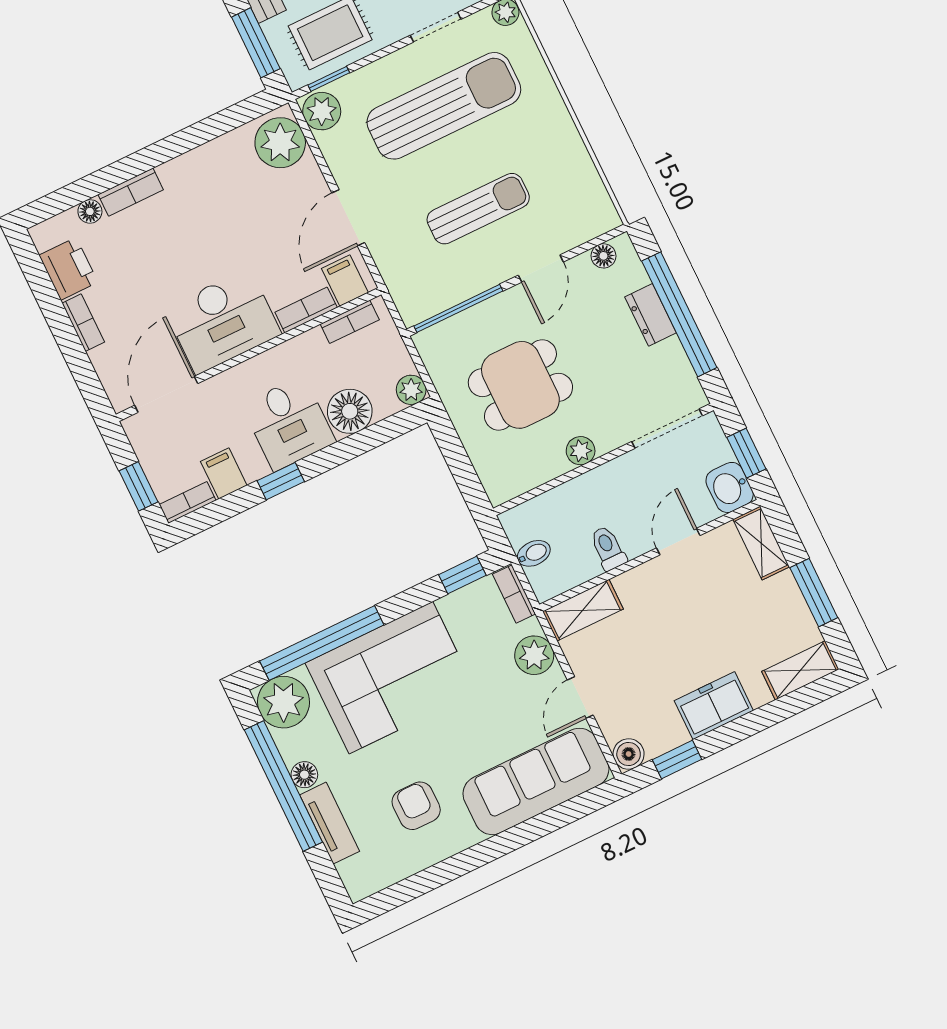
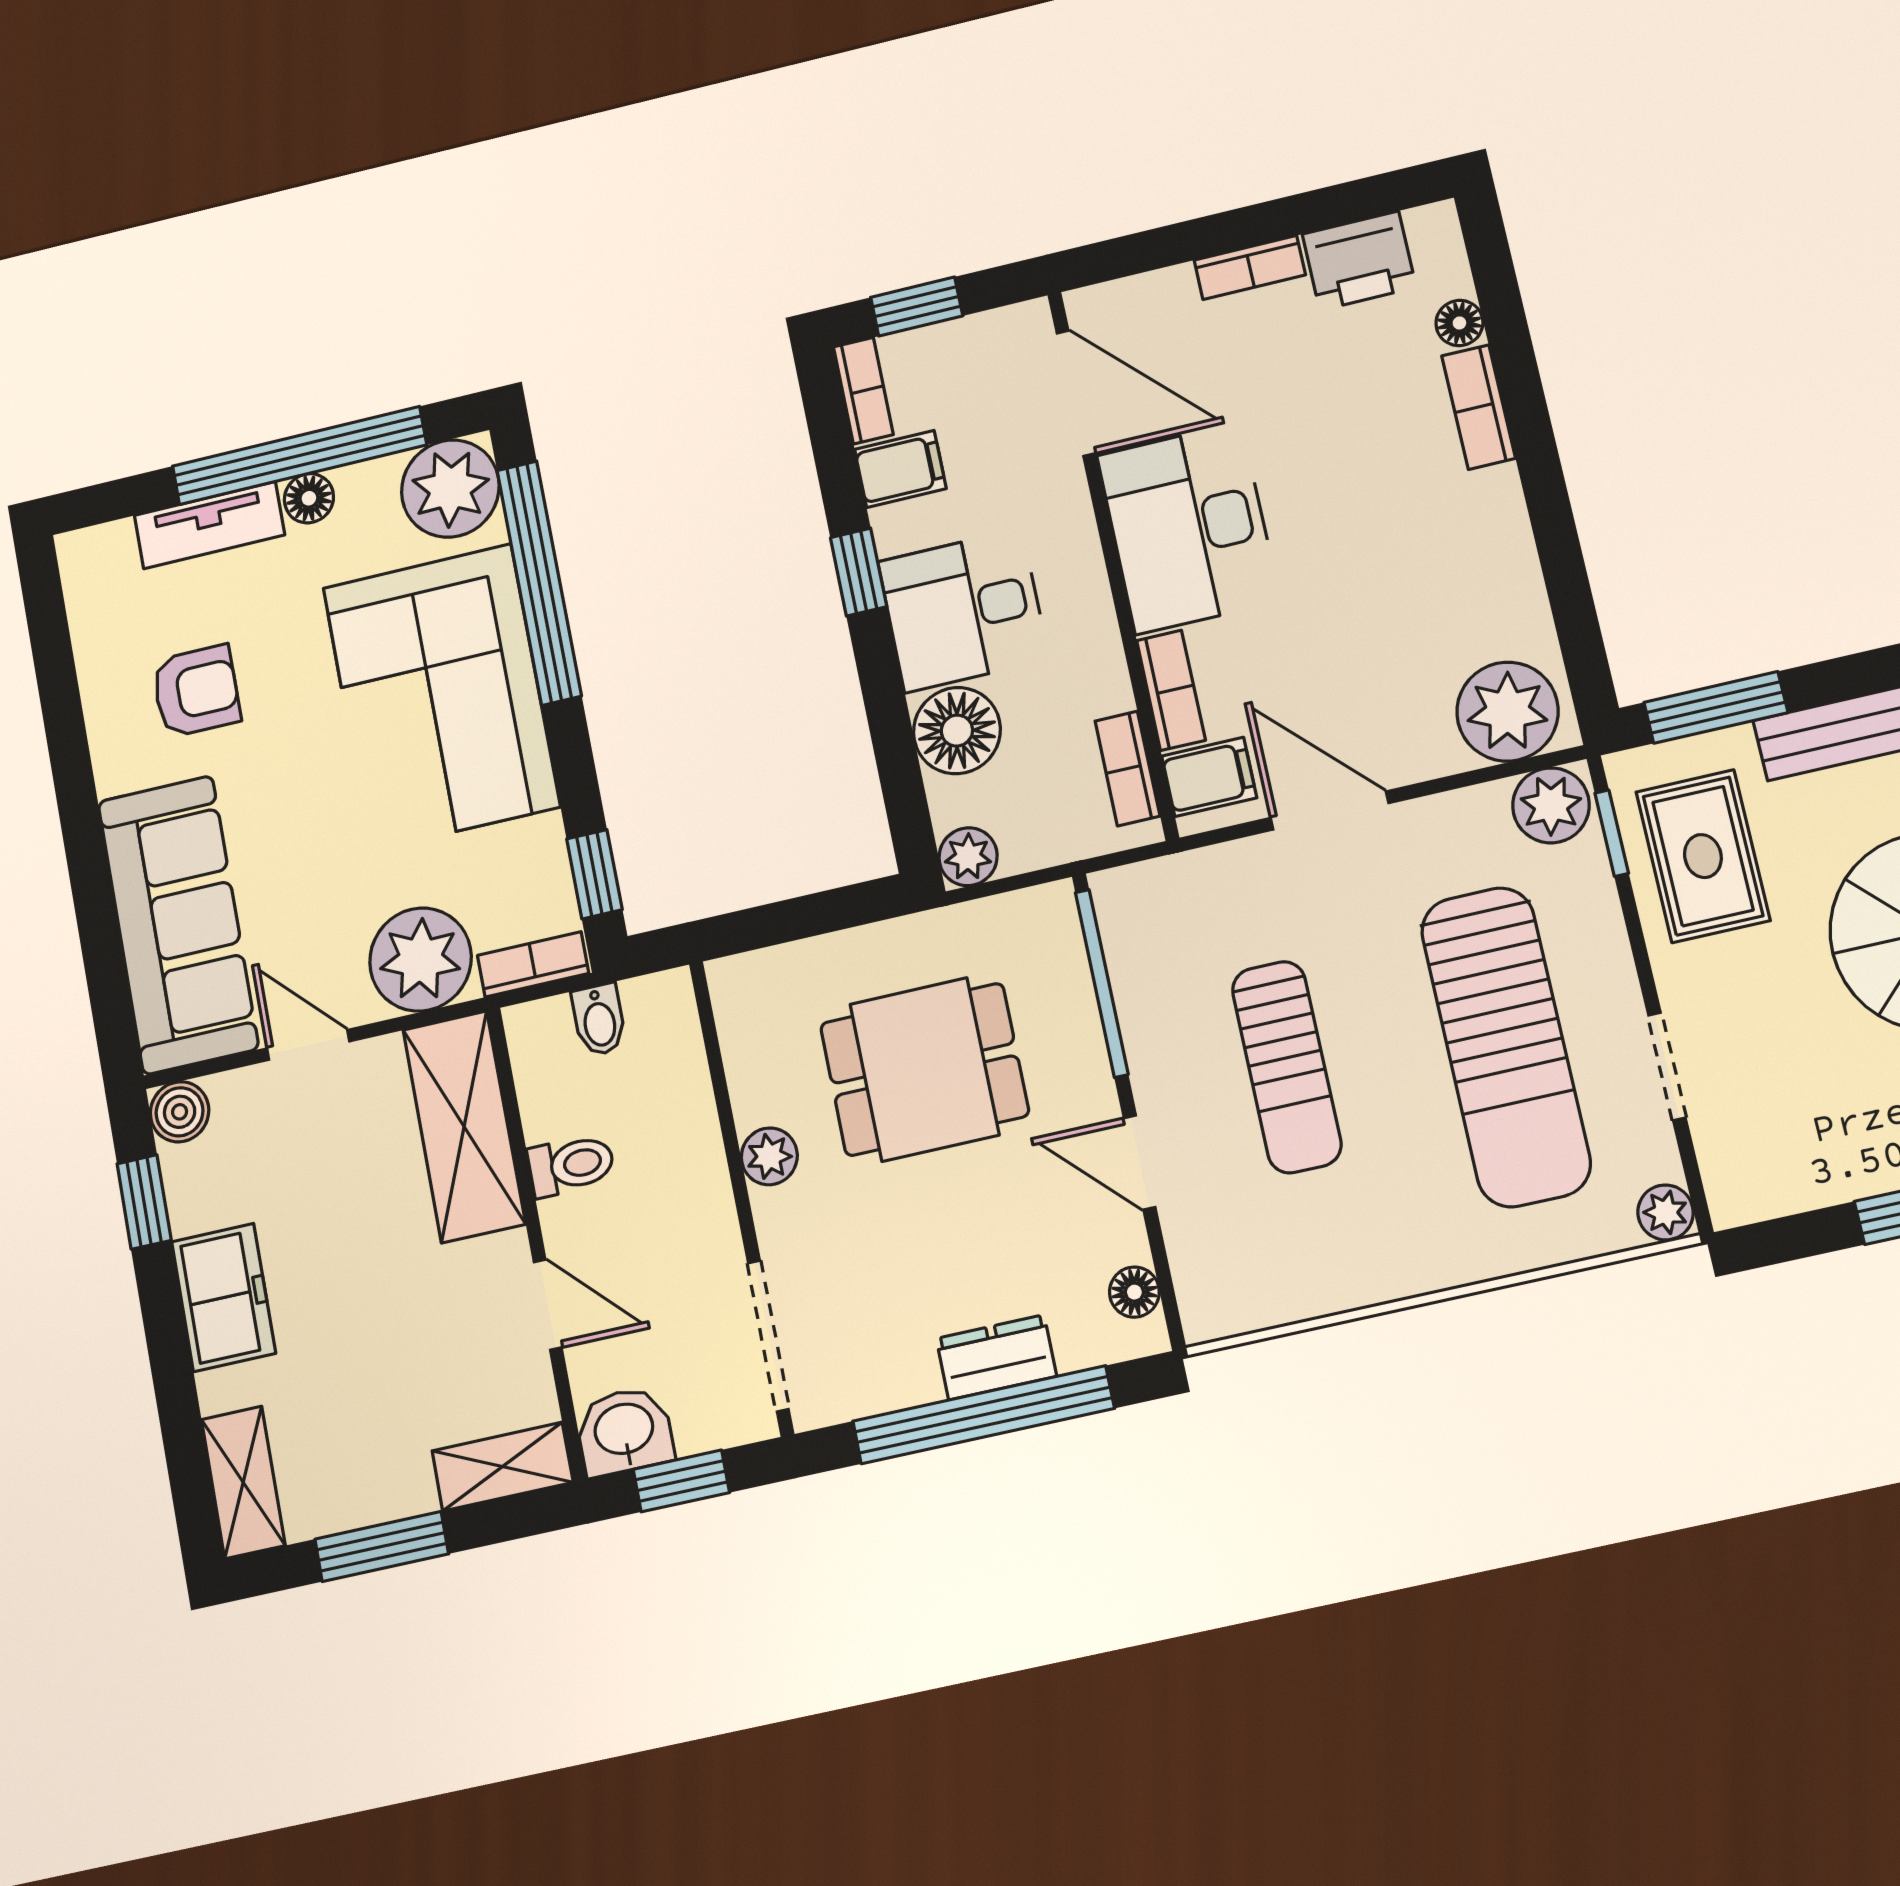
dining table: (520, 385) -> (924, 1069), turned 90
shelving: (583, 610) -> (464, 1127), width x1.50, depth x1.33
plant: (534, 655) -> (420, 959), width x1.36, depth x1.36

